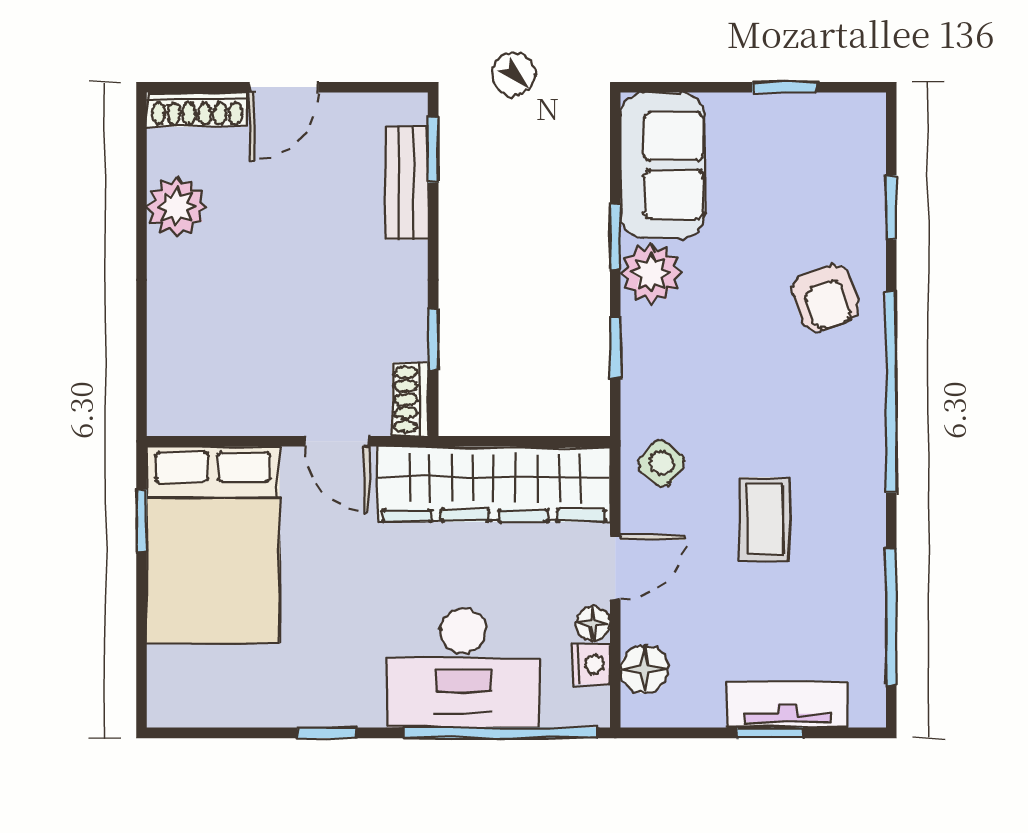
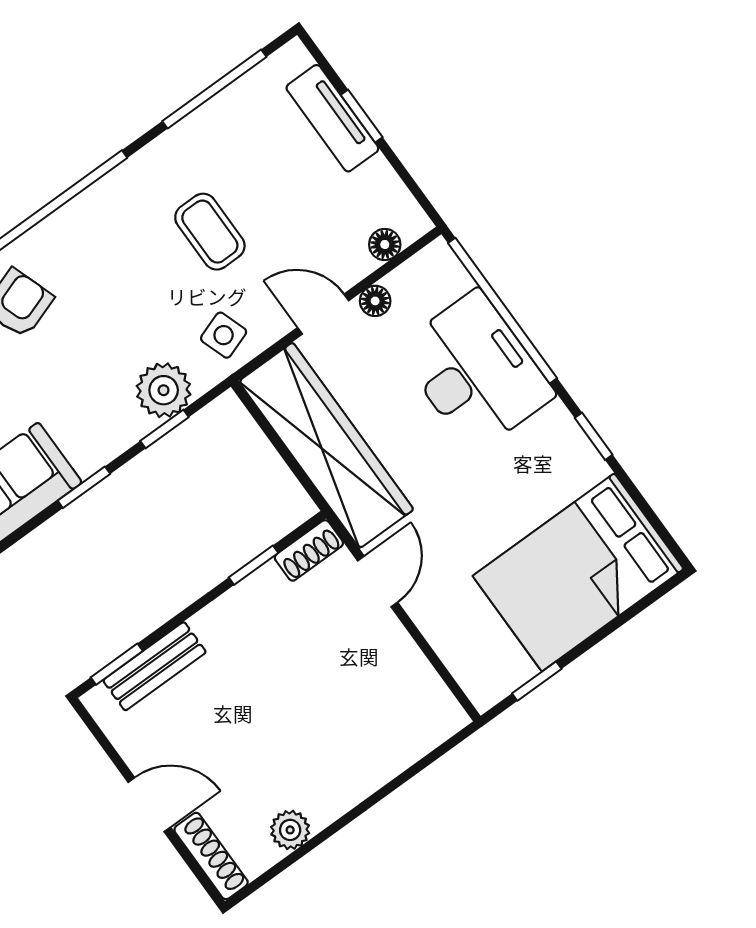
plant: (177, 207) -> (290, 830), width x0.73, depth x0.73
plant: (651, 273) -> (164, 390), moved
side table: (662, 463) -> (224, 335), turned 32
coffee table: (765, 519) -> (210, 232), turned 90
bed: (213, 545) -> (578, 572), moved, turned 180
nightstand: (591, 664) -> (406, 281), removed
floor lamp: (644, 669) -> (385, 244), width x0.73, depth x0.73

